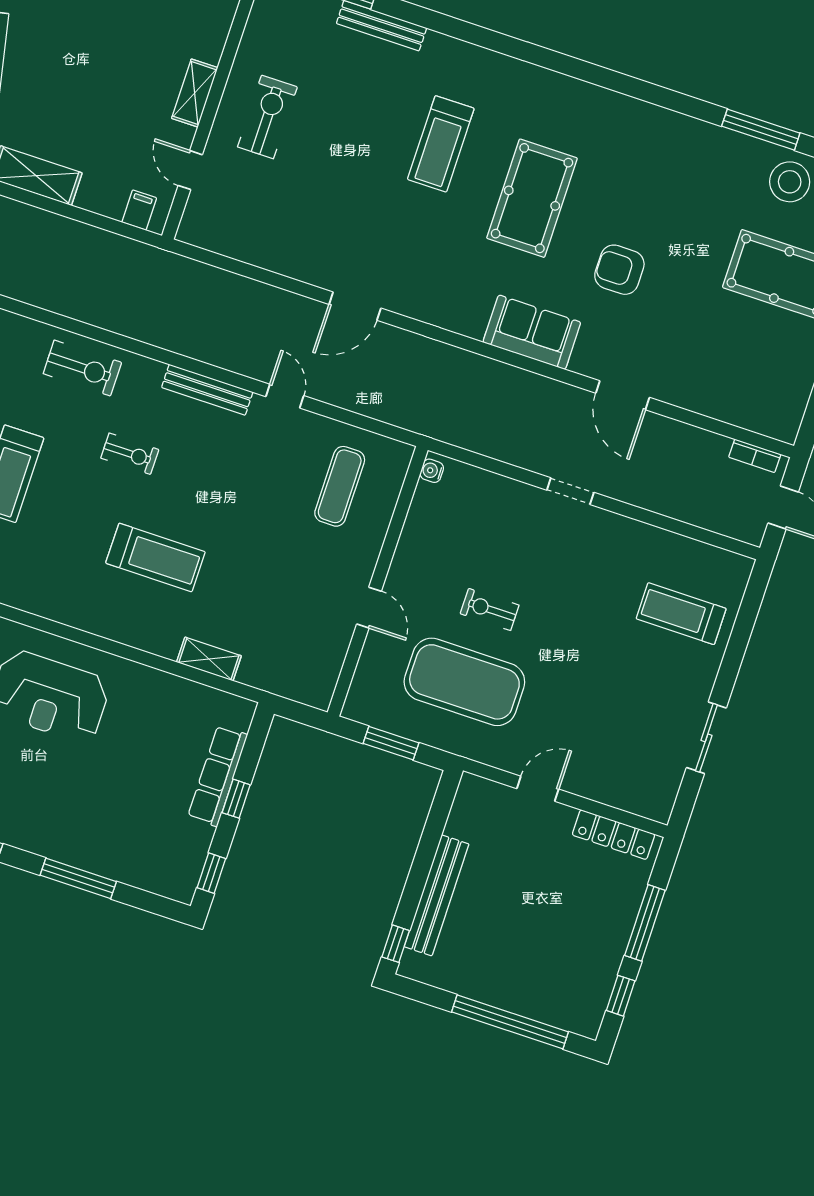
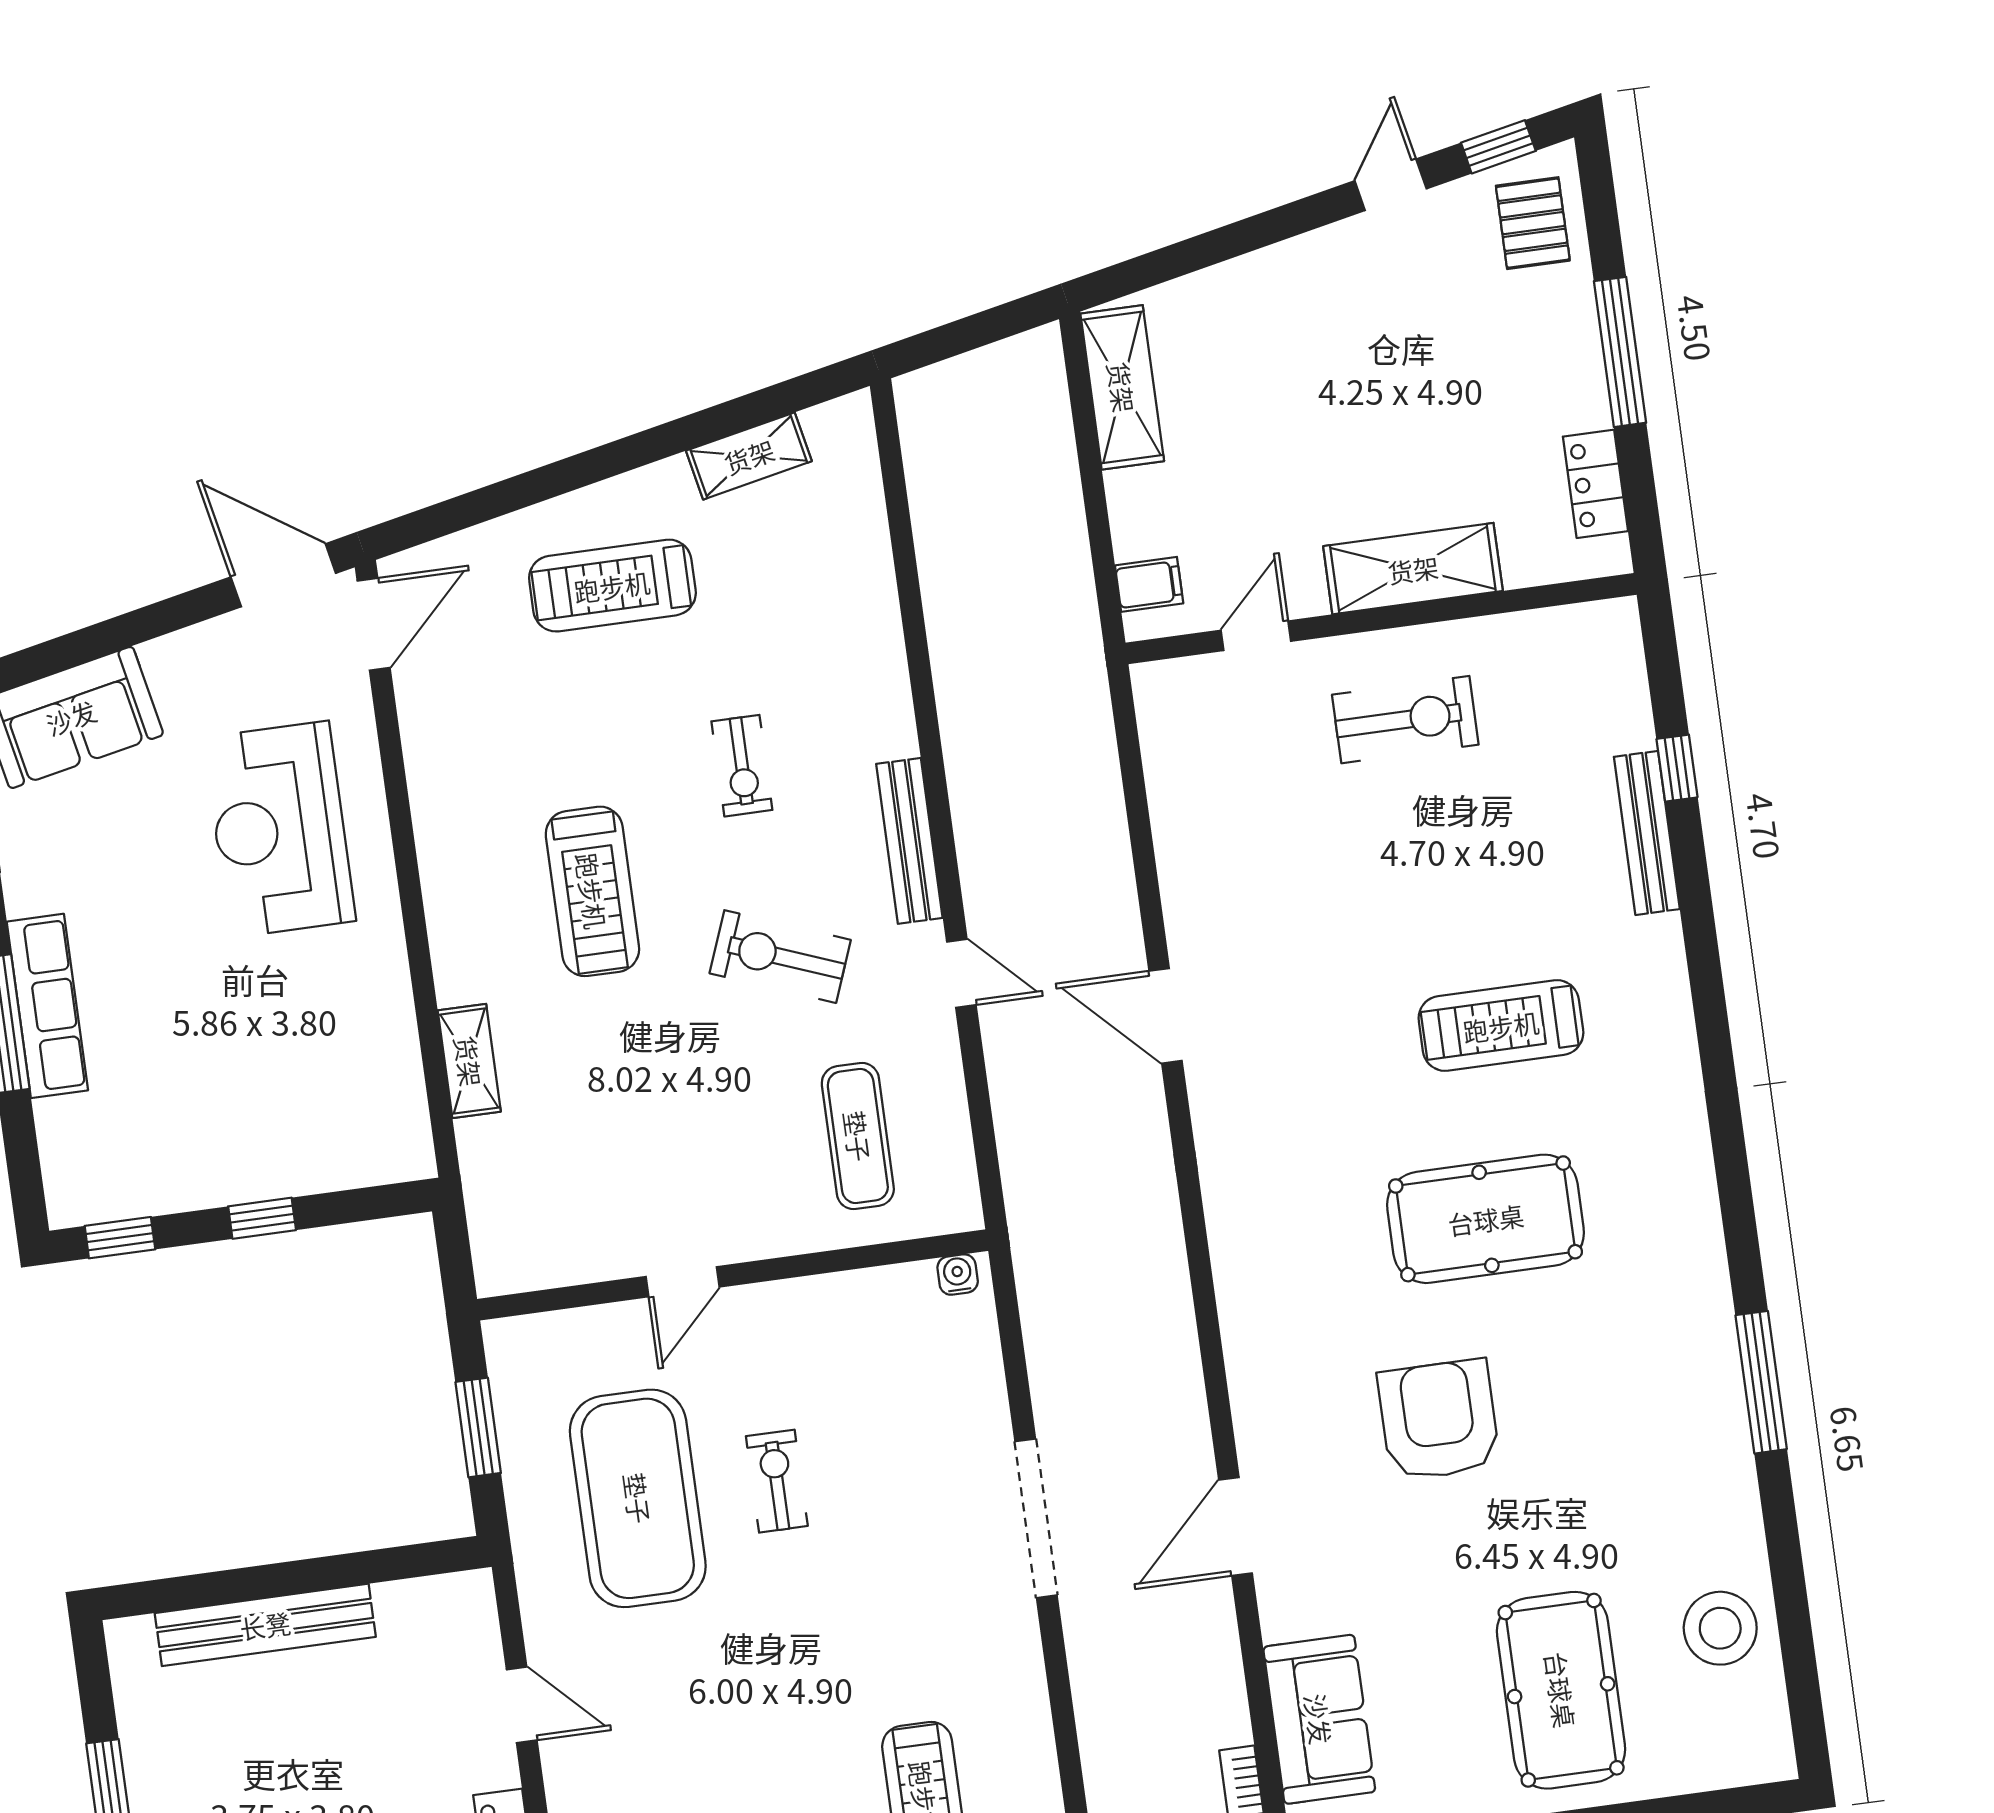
shelving: (195, 93) -> (1413, 569), width x1.50, depth x1.33
window: (761, 130) -> (1761, 1382), moved
armchair: (619, 270) -> (1439, 1420), width x1.36, depth x1.36
sofa: (532, 332) -> (1319, 1719), moved
exercise bike: (82, 368) -> (780, 957), moved, turned 111
door: (285, 396) -> (961, 973), hinge flipped
exercise mat: (340, 486) -> (858, 1136), turned 90
doorway: (570, 491) -> (1036, 1518), width x1.88
row of seats: (218, 776) -> (47, 1006), moved, turned 90
window: (396, 944) -> (153, 1597), removed

